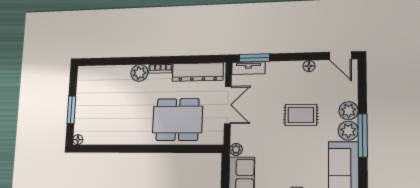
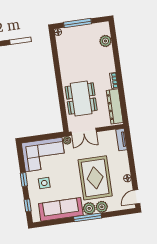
window: (254, 58) -> (129, 142), removed
plant: (139, 73) -> (105, 41), moved
double door: (228, 105) -> (84, 132), moved
window: (71, 110) -> (78, 23), width x1.44
rug: (301, 115) -> (95, 178), width x1.86, depth x2.06

